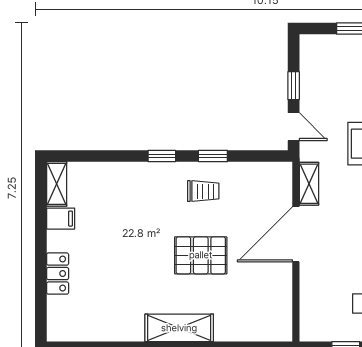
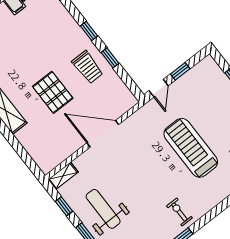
shelving: (309, 184) -> (63, 176), moved
trolley: (203, 191) -> (88, 67), width x1.36, depth x1.39

